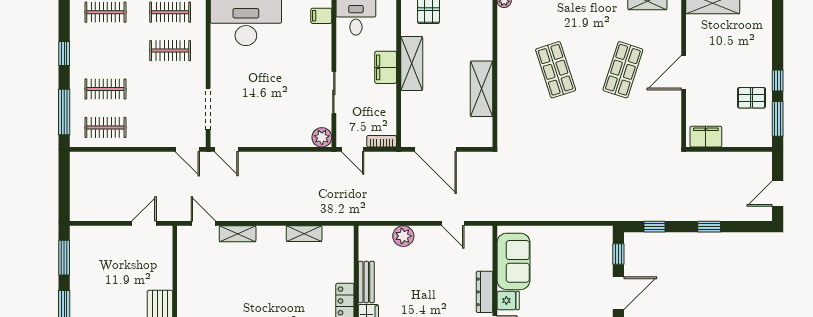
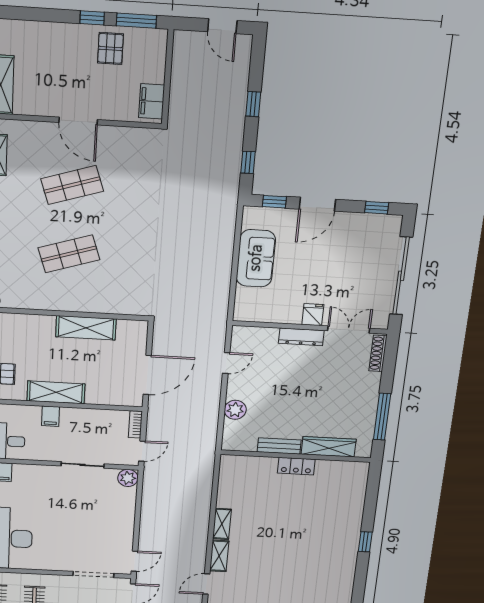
filing cabinet: (386, 67) -> (51, 416), width x0.50
shop shelf: (623, 70) -> (72, 185), turned -36
shelving: (304, 234) -> (222, 524), moved
sofa: (513, 261) -> (256, 258), moved, turned 90
door: (618, 293) -> (317, 204), swing flipped

